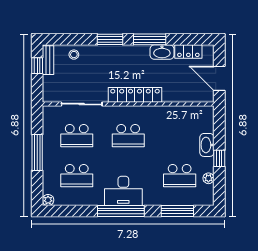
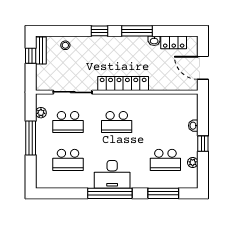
window: (110, 39) -> (99, 31), width x0.67
washbasin: (162, 52) -> (154, 41), width x0.52, depth x0.69
washbasin: (207, 145) -> (193, 126), width x0.52, depth x0.69
plant: (48, 200) -> (41, 113), moved

